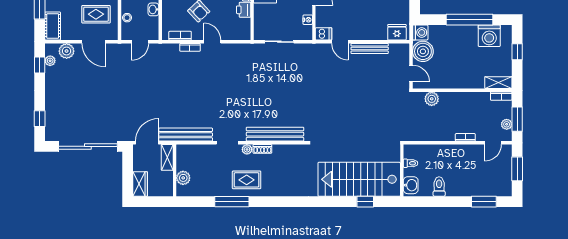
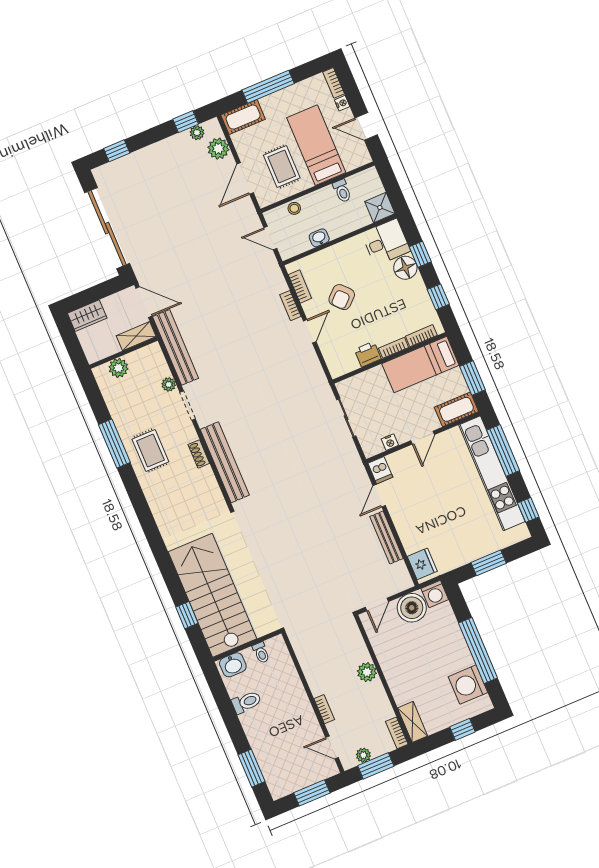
plant: (432, 99) -> (367, 672), moved
plant: (247, 149) -> (169, 384), moved

